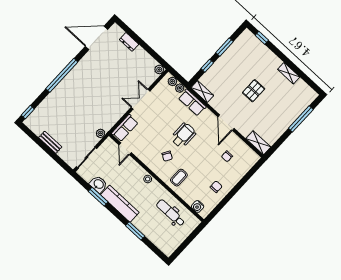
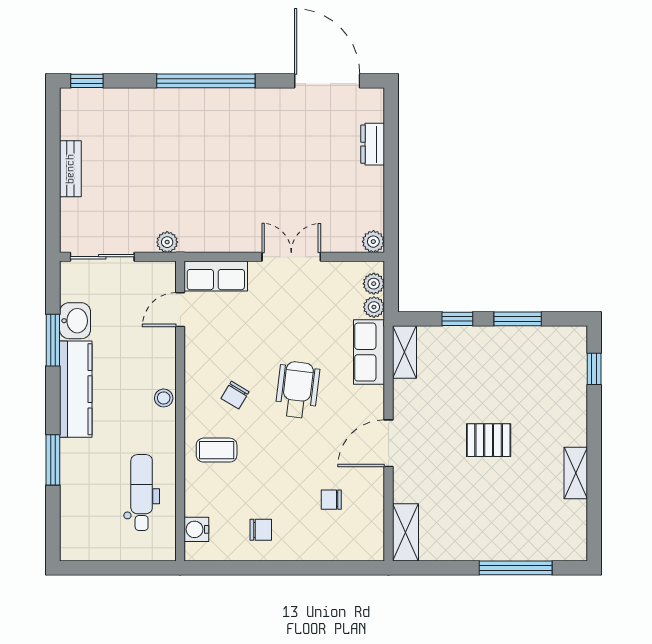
wheelchair: (183, 135) -> (297, 390), turned -83

